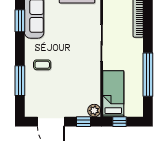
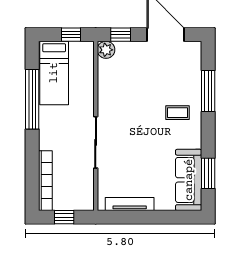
bed: (113, 94) -> (54, 73), moved

